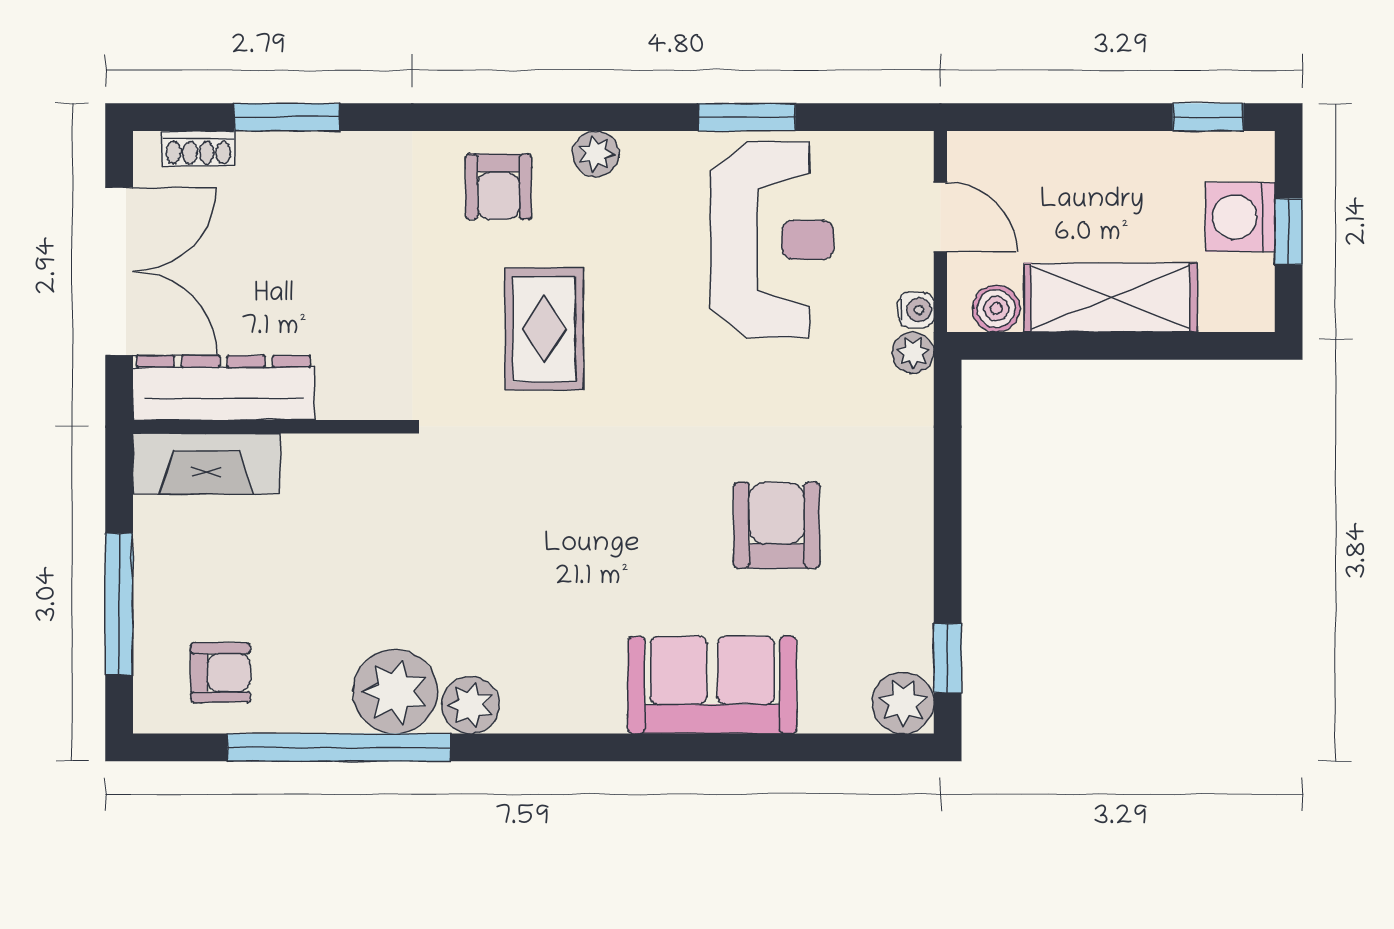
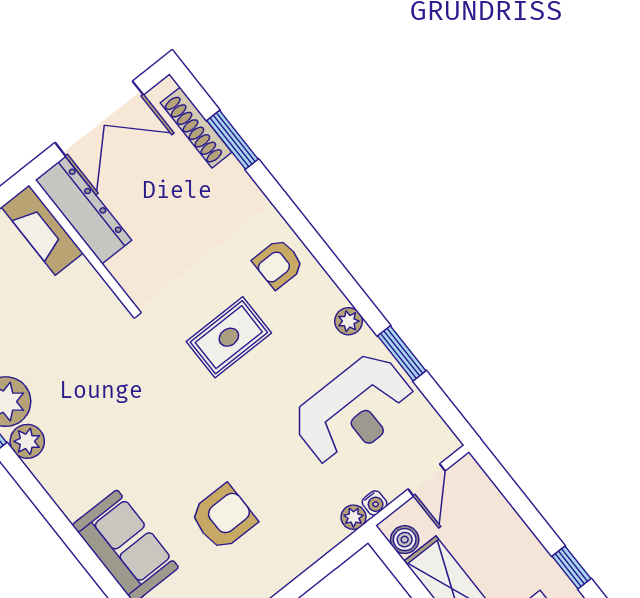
shoe rack: (198, 148) -> (196, 128), width x1.94, depth x1.24
plant: (596, 154) -> (349, 321), moved

